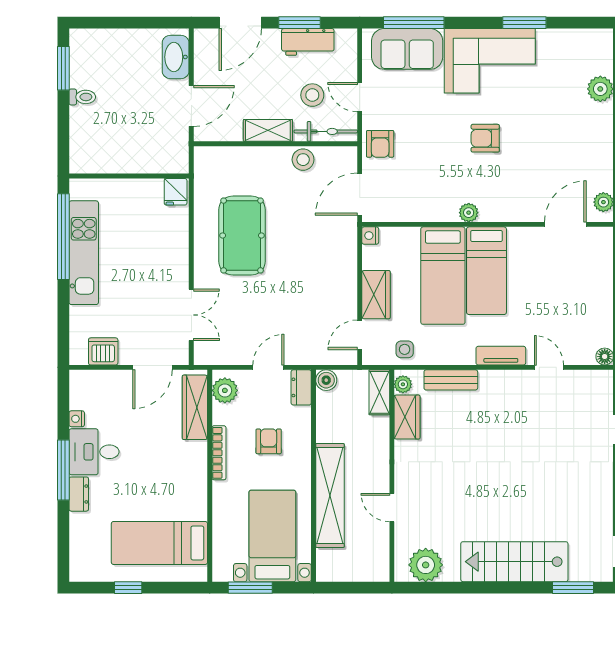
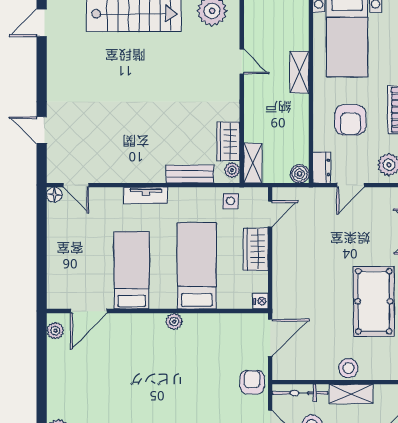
armchair: (485, 138) -> (159, 387), removed
stool: (303, 160) -> (348, 368), moved
bed: (486, 271) -> (132, 270), moved
door: (549, 367) -> (76, 185), moved
armchair: (269, 441) -> (350, 120), width x1.38, depth x1.38
shelving: (330, 495) -> (299, 72), width x0.45, depth x0.75

